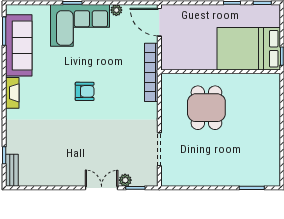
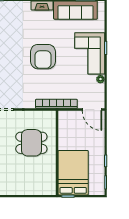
door: (159, 22) -> (92, 110), swing flipped
armchair: (85, 91) -> (43, 57), width x1.88, depth x1.88

